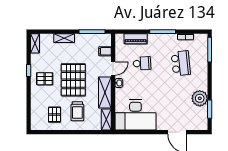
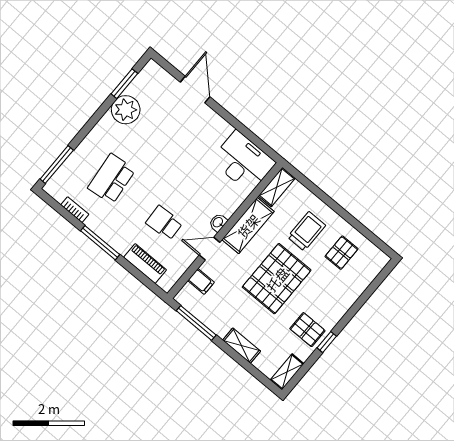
pallet: (45, 79) -> (307, 330), moved
desk: (135, 115) -> (243, 162), width x0.73, depth x0.77

